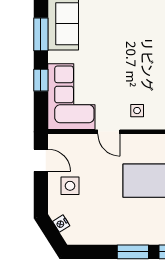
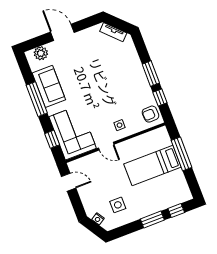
window: (41, 34) -> (37, 99), width x1.44
window: (41, 80) -> (52, 139), moved
side table: (70, 186) -> (118, 205), moved

